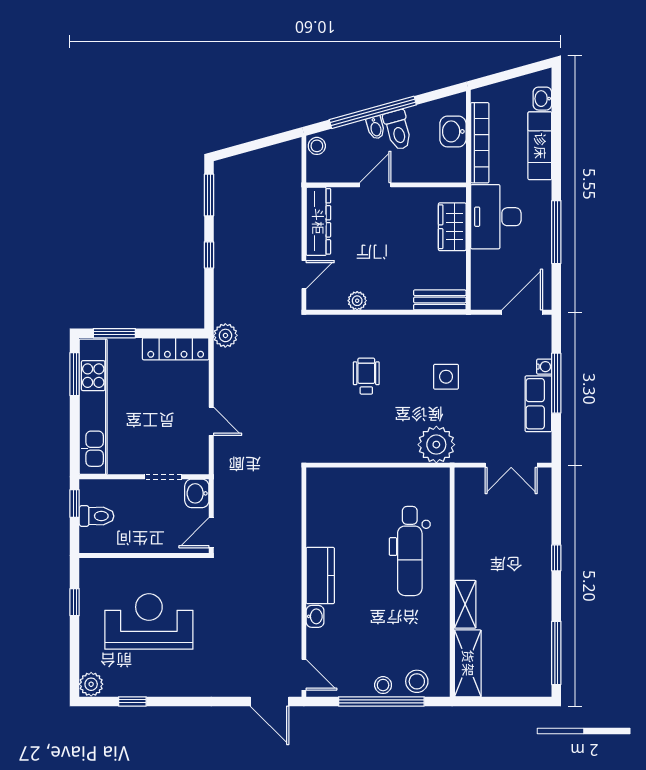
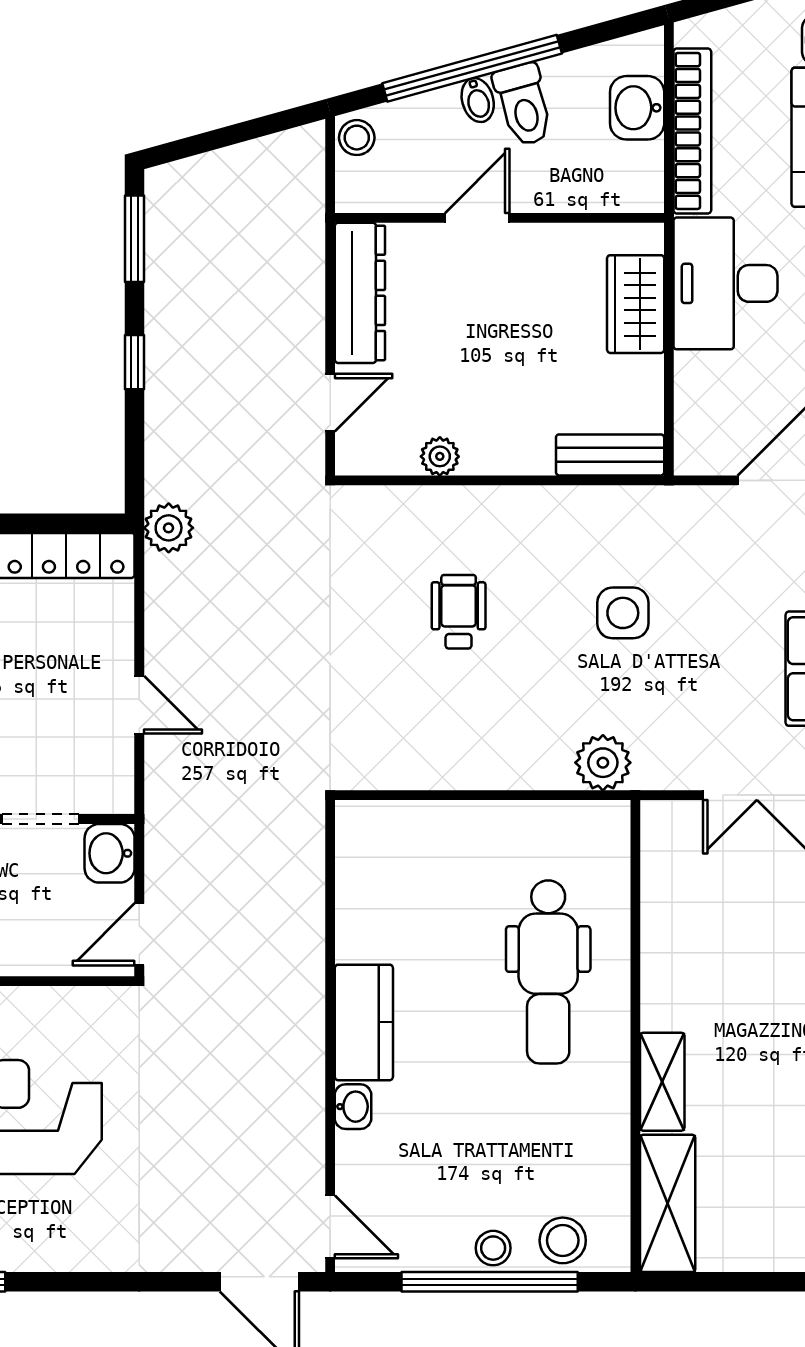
plant: (436, 445) -> (603, 763), width x0.73, depth x0.73

